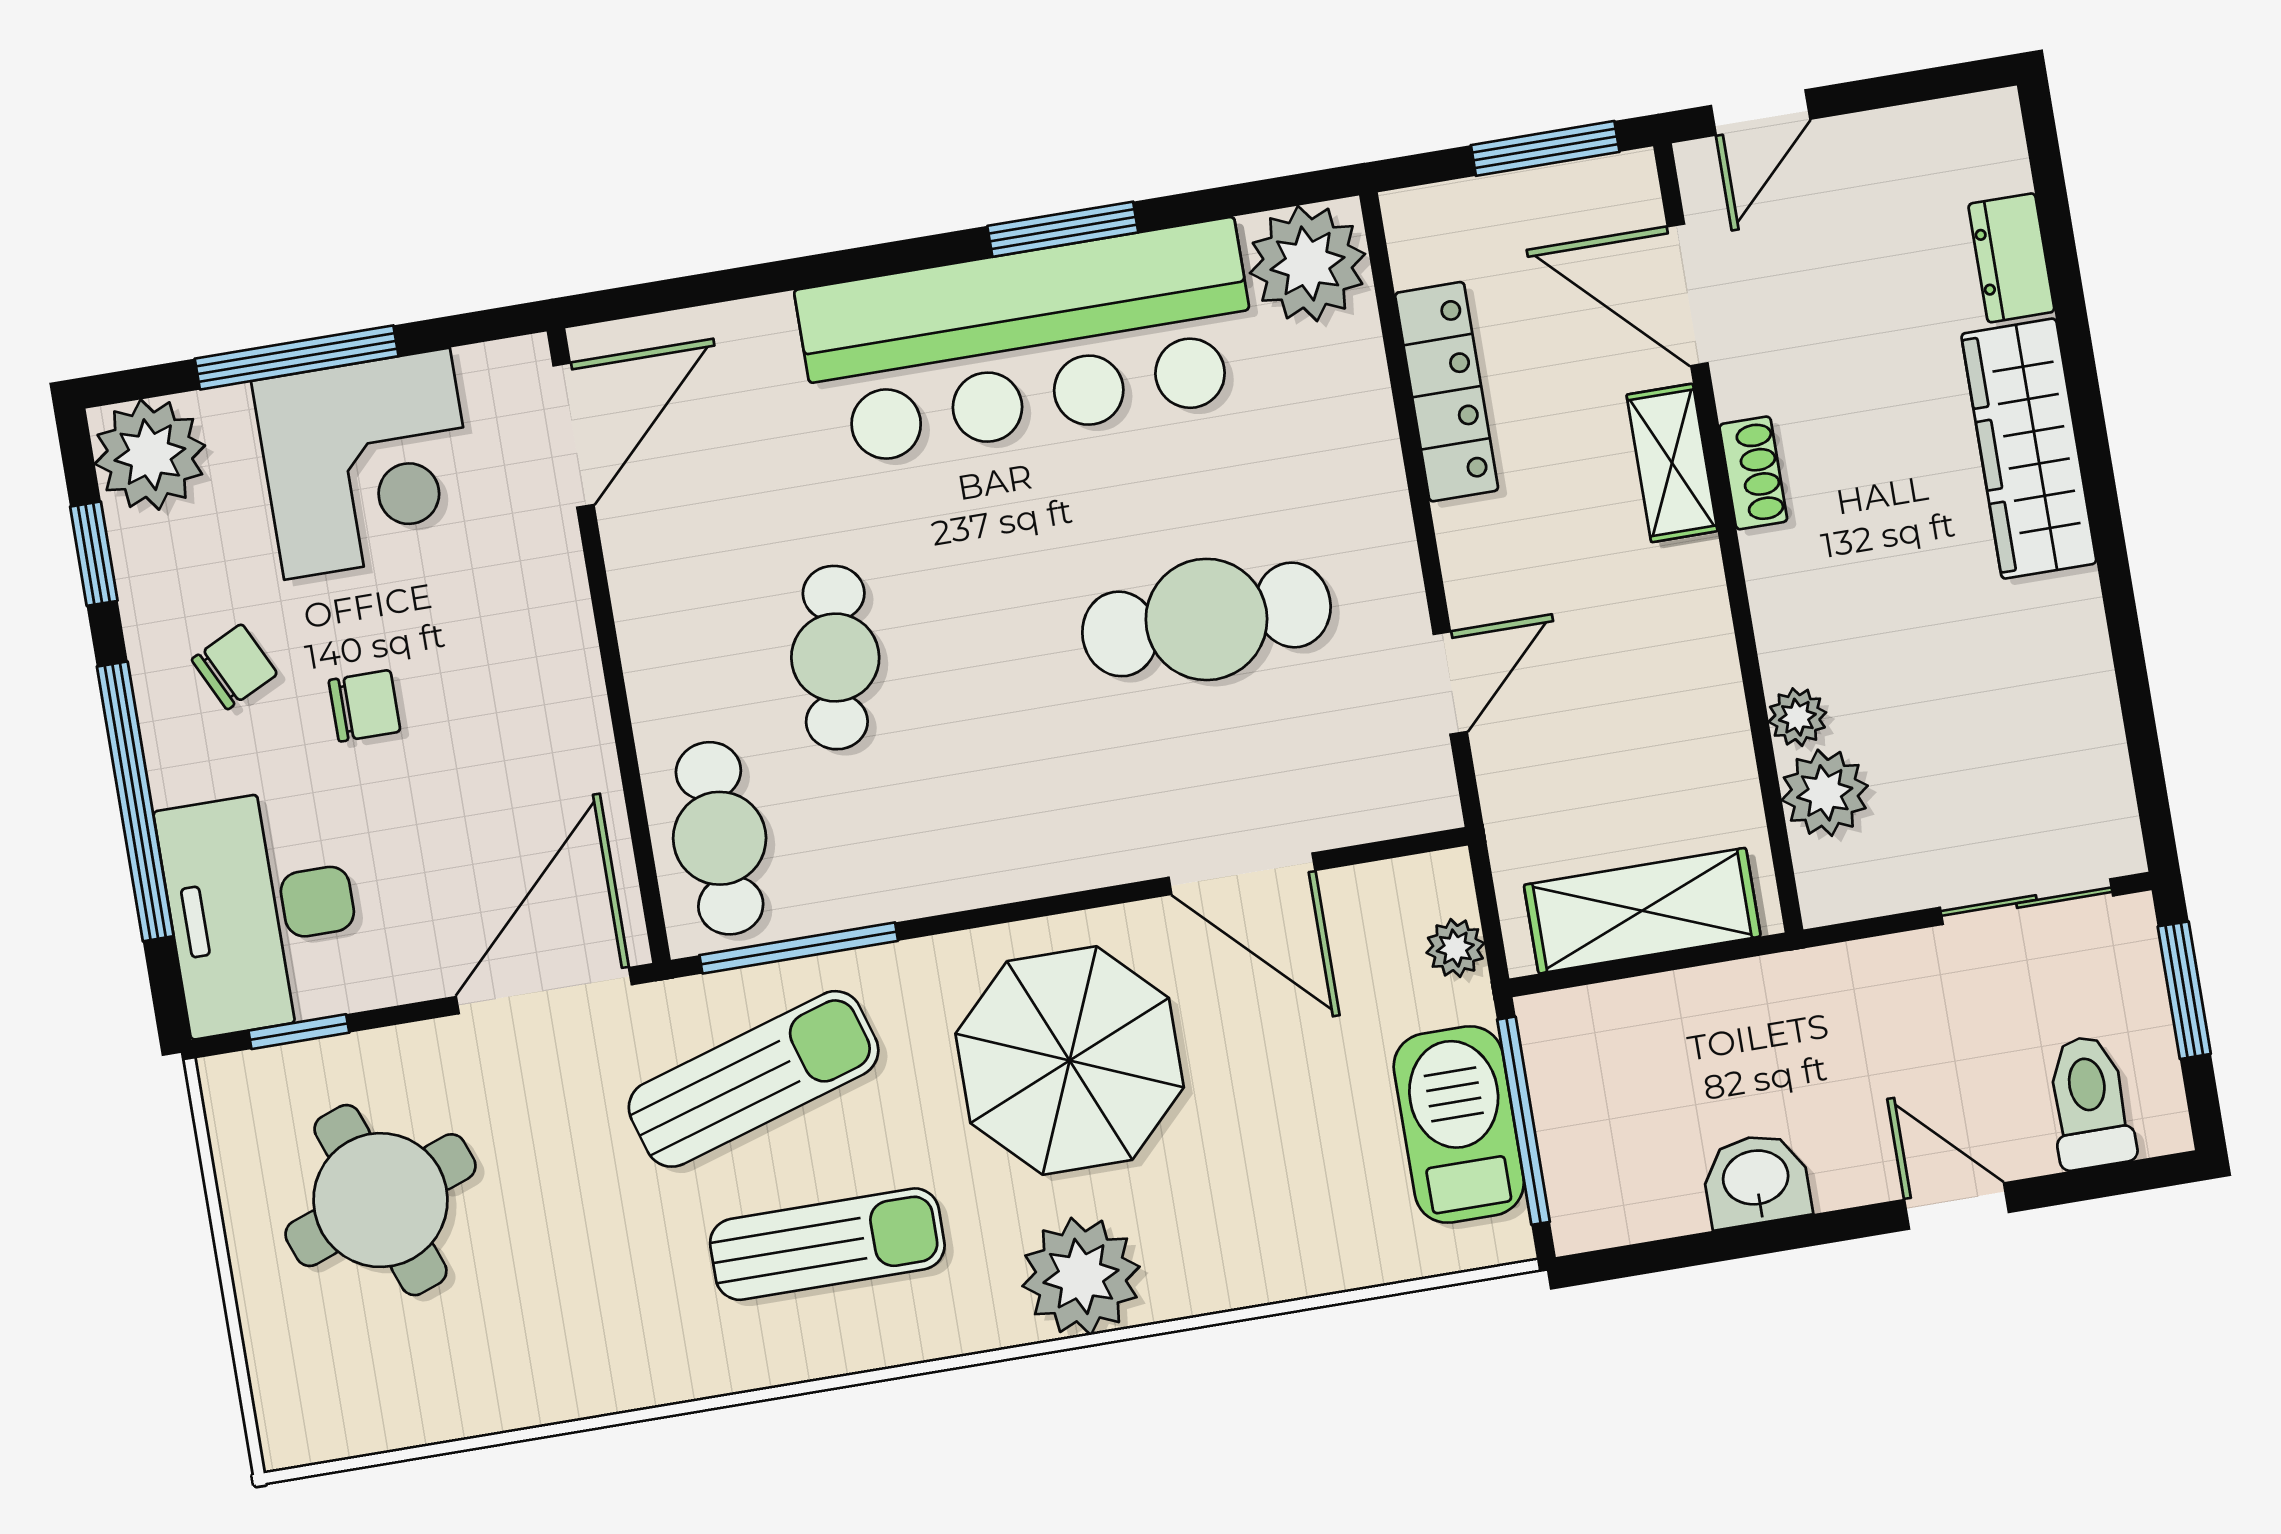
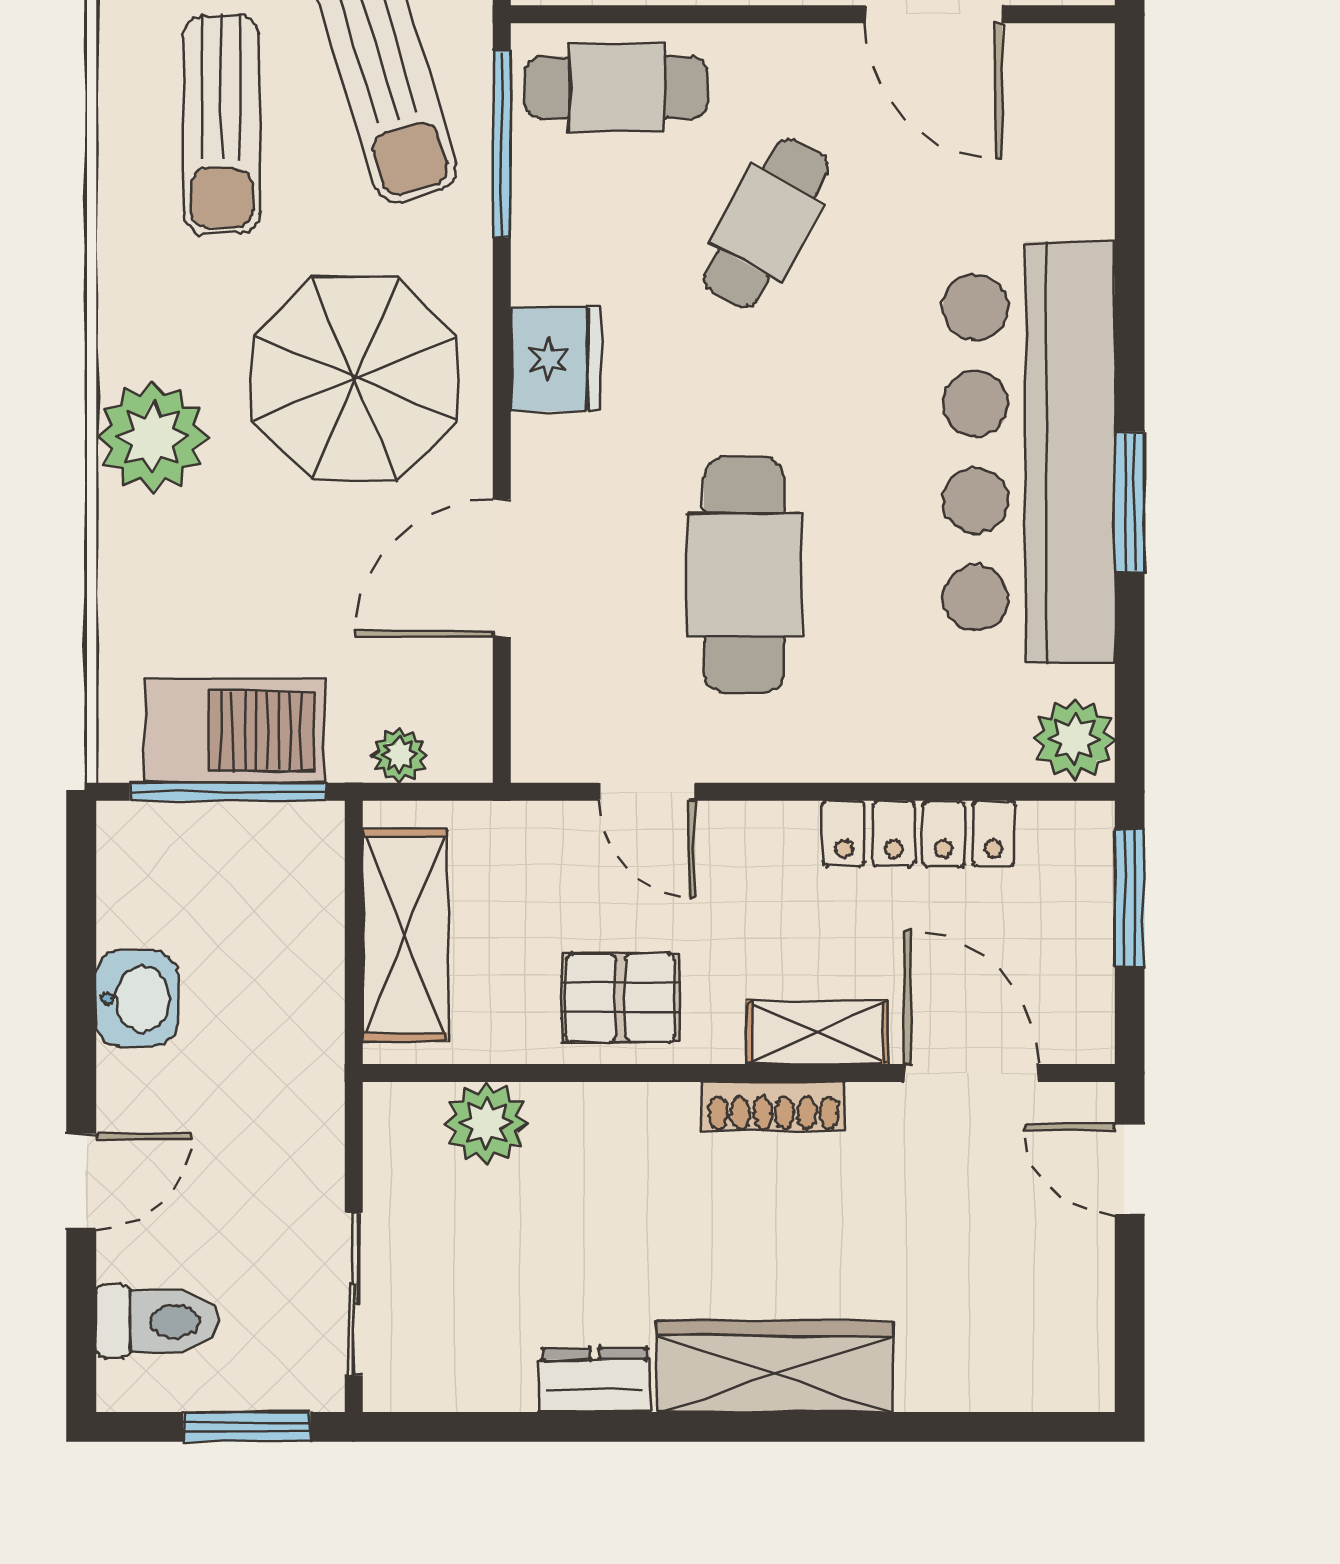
window: (1545, 148) -> (1130, 898), moved
dresser: (2011, 258) -> (595, 1380), moved
plant: (1308, 263) -> (1074, 739), width x0.73, depth x0.73
door: (1688, 295) -> (971, 1073), hinge flipped
door: (574, 435) -> (934, 14), moved
shoe rack: (1753, 473) -> (774, 1106), width x1.43
cafe table: (835, 658) -> (766, 223), turned -69
pallet: (1670, 675) -> (620, 998), added
plant: (1797, 717) -> (561, 1109), removed
fridge: (1014, 854) -> (556, 359), added
plant: (1081, 1276) -> (152, 437), moved

